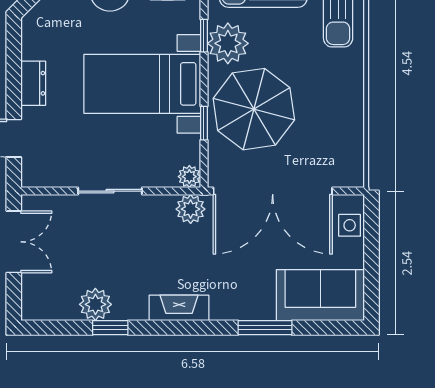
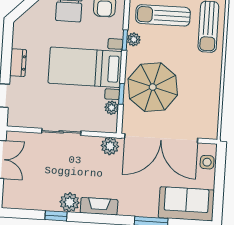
plant: (228, 43) -> (134, 39), width x0.53, depth x0.53
plant: (189, 177) -> (112, 108), moved
plant: (95, 304) -> (70, 202), moved

